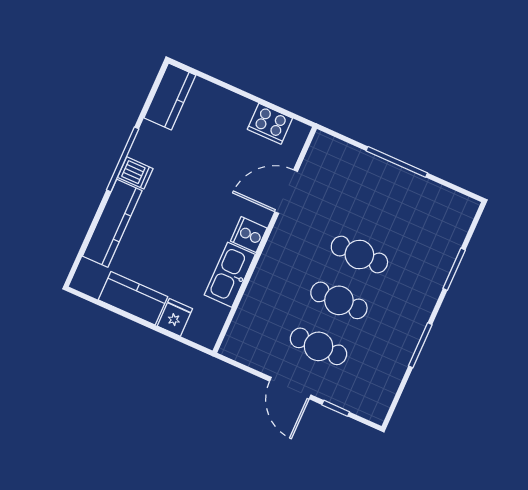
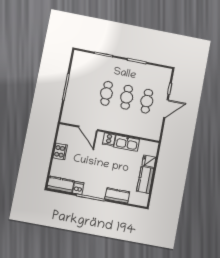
cooker: (270, 124) -> (60, 151), moved
dishwasher: (135, 173) -> (78, 188), moved
kitchen counter: (112, 223) -> (117, 195), width x0.67

